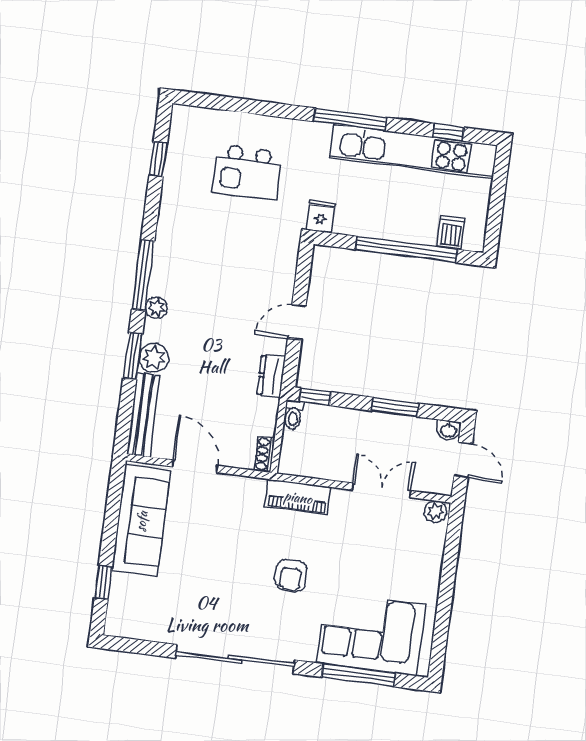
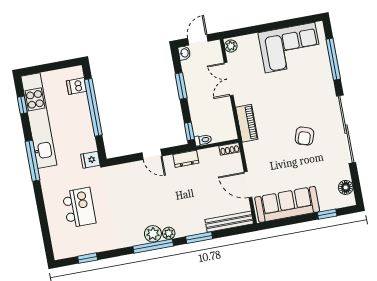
plant: (154, 358) -> (153, 234), moved
door: (195, 466) -> (248, 185), hinge flipped
armchair: (291, 575) -> (304, 136), moved, turned 108
floor lamp: (138, 627) -> (346, 187), added
corner sofa: (371, 634) -> (290, 48), moved, turned -90

